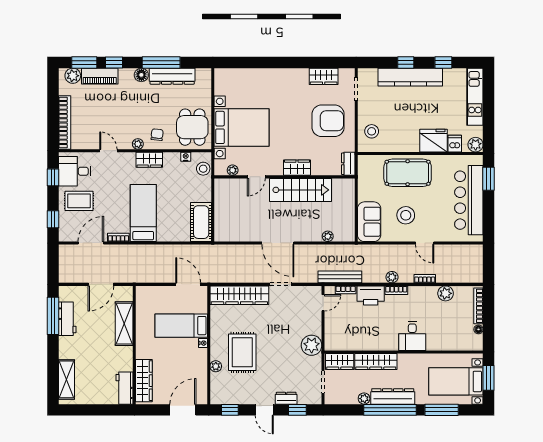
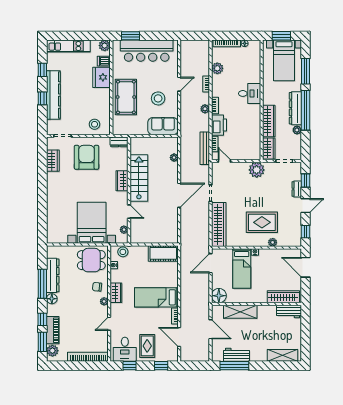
floor lamp: (145, 295) -> (219, 296), added

